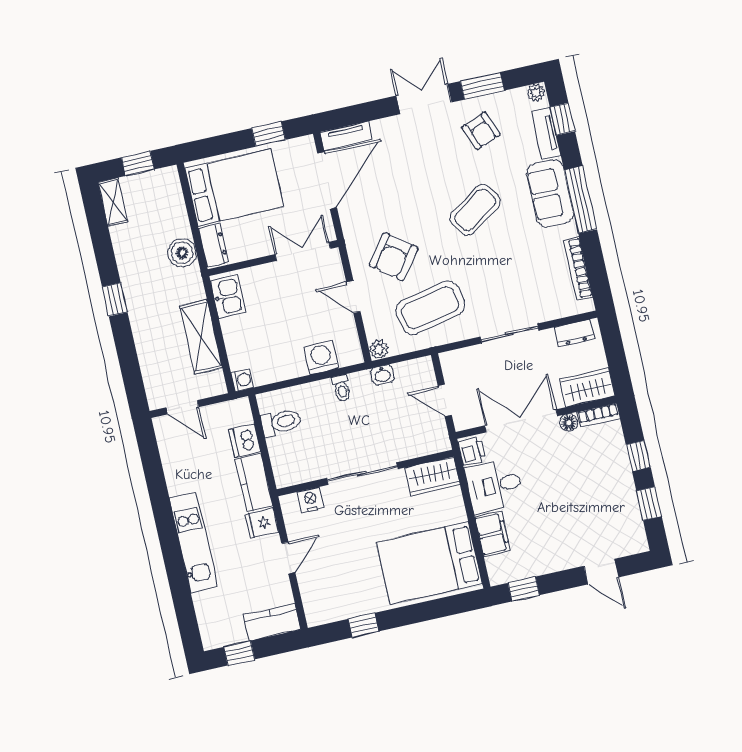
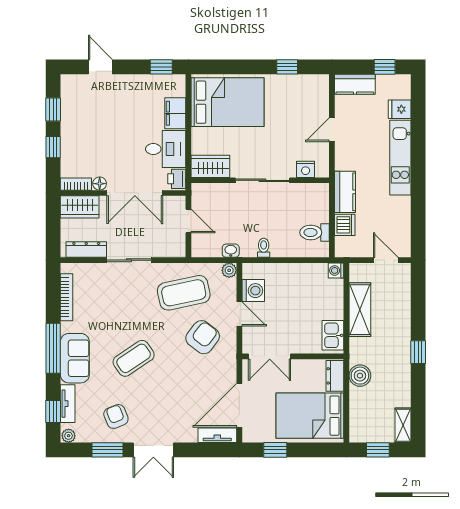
dresser: (575, 333) -> (86, 250), width x1.44
washing machine: (321, 357) -> (253, 291), moved, turned -90
fridge: (262, 523) -> (400, 109), moved, turned 180

